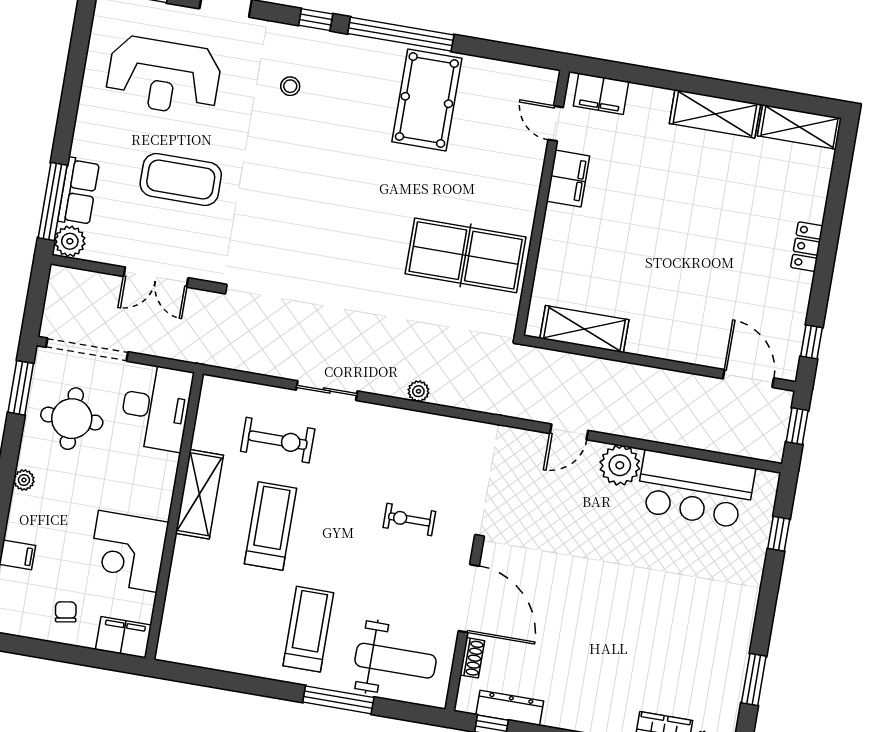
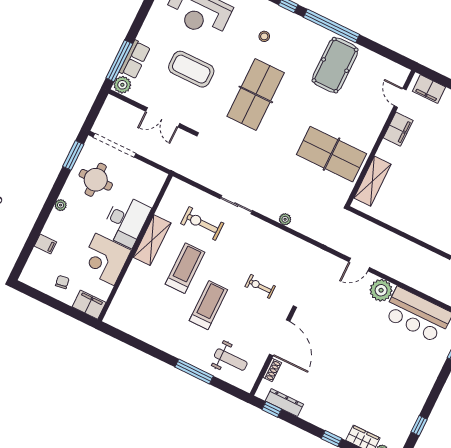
table tennis table: (305, 191) -> (256, 94), added
shelving: (584, 329) -> (373, 181), moved, turned 90
desk: (156, 407) -> (126, 221), moved
exercise bike: (278, 440) -> (202, 223), turned 180
treadmill: (308, 629) -> (208, 305), moved
weight bench: (395, 661) -> (231, 360), width x0.73, depth x0.75
window: (754, 680) -> (419, 426), width x0.67

